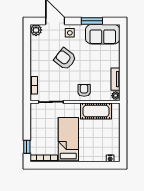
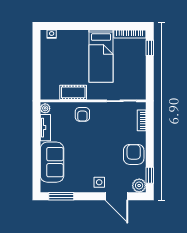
window: (92, 21) -> (61, 196), moved
sofa: (103, 34) -> (52, 162), moved, turned 90
window: (27, 39) -> (150, 175), added
armchair: (65, 59) -> (134, 154), moved, turned -128
cot: (96, 111) -> (73, 92), width x0.73, depth x0.75

